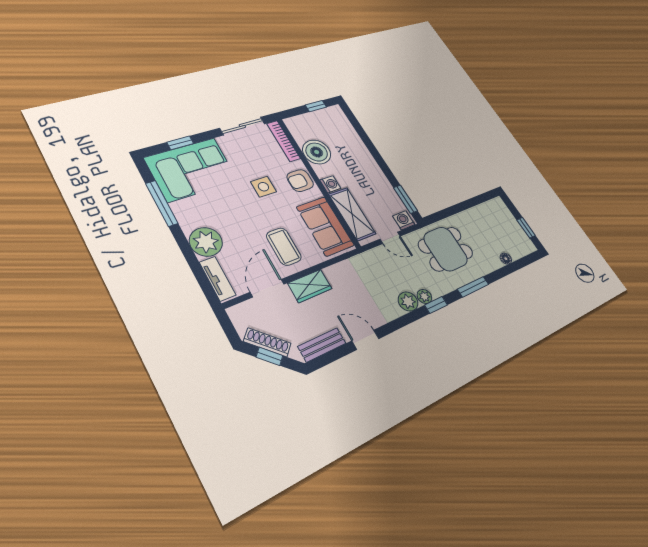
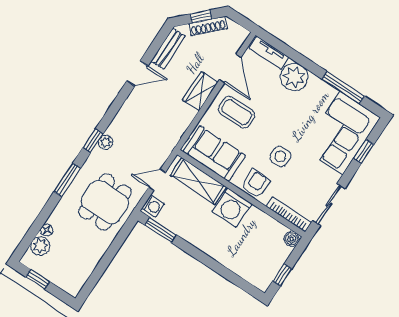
boiler: (317, 152) -> (292, 239), moved, width x0.54, depth x0.54
washing machine: (330, 184) -> (232, 208), width x1.89, depth x1.89
plant: (408, 301) -> (40, 246), moved

